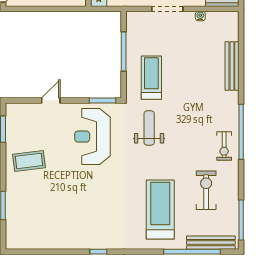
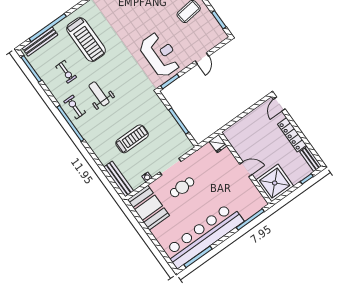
bench: (232, 66) -> (119, 179), moved
treadmill: (151, 78) -> (132, 139), moved, turned -90
weight bench: (149, 128) -> (99, 94), moved, turned 180
exercise bike: (206, 190) -> (66, 72), width x0.73, depth x0.72

